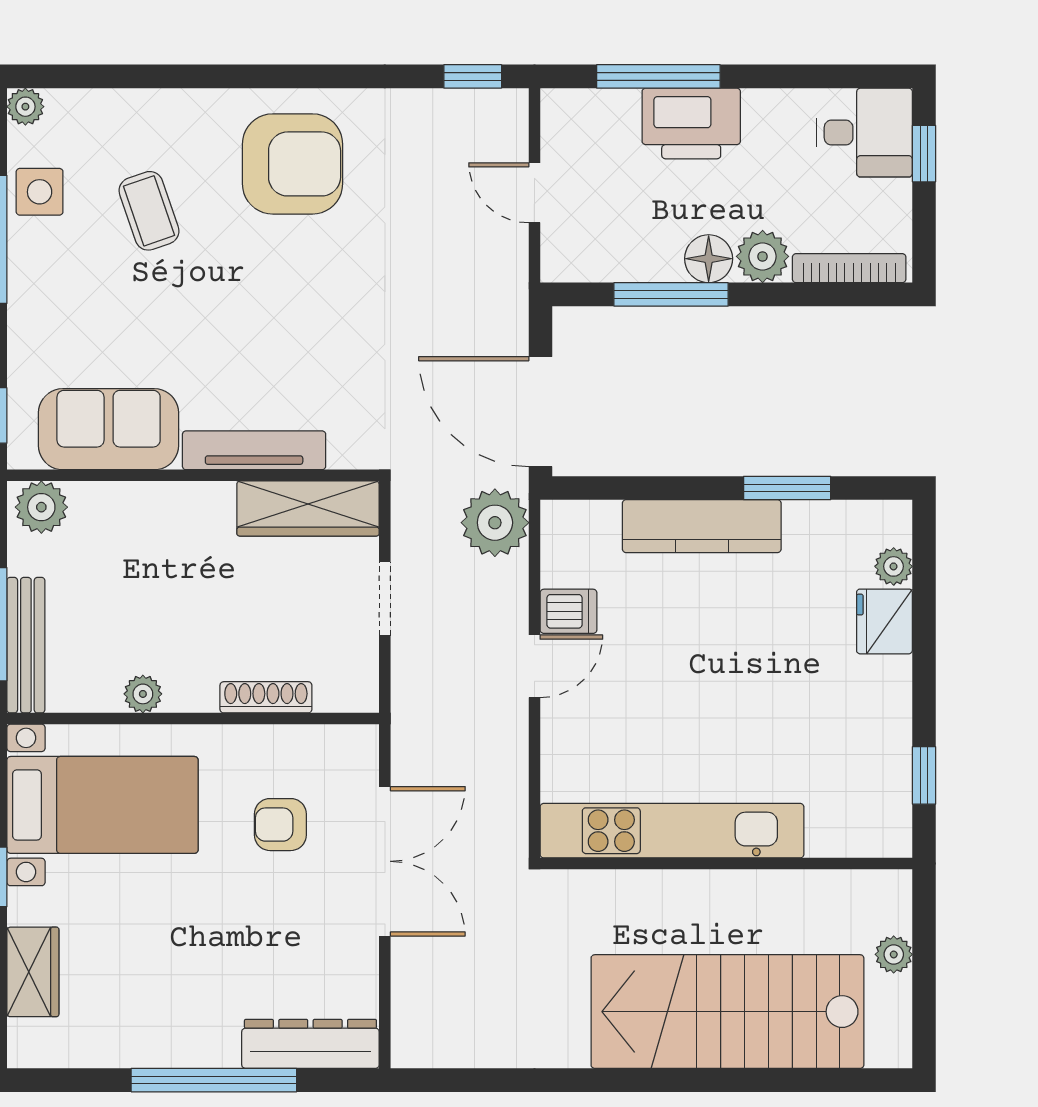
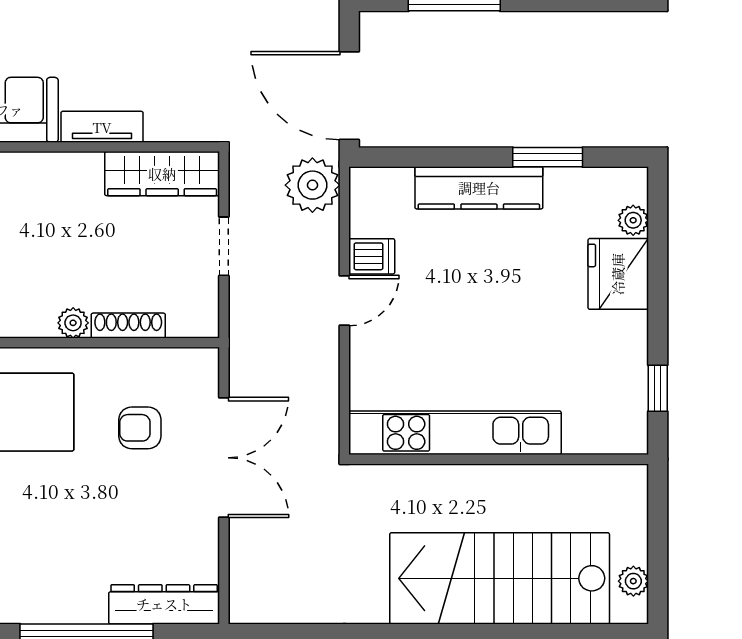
tv unit: (254, 450) -> (102, 127), width x0.71
fridge: (884, 621) -> (618, 274), width x1.36, depth x1.34
plant: (143, 694) -> (73, 323), moved
plant: (894, 954) -> (633, 581), moved

